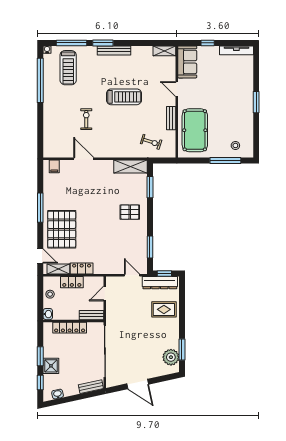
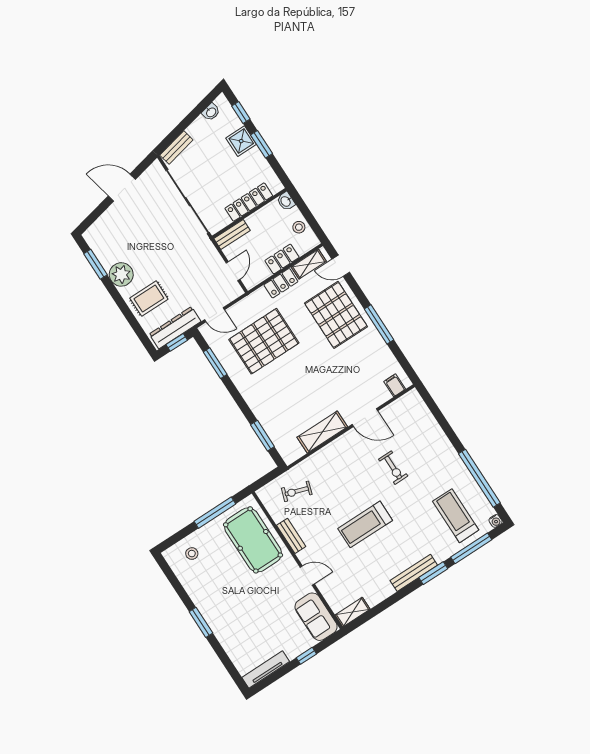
window: (225, 161) -> (215, 513), moved
shelving: (130, 167) -> (322, 432), moved
pallet: (130, 212) -> (264, 341), moved, width x2.05, depth x2.00
plant: (171, 357) -> (121, 274), moved

